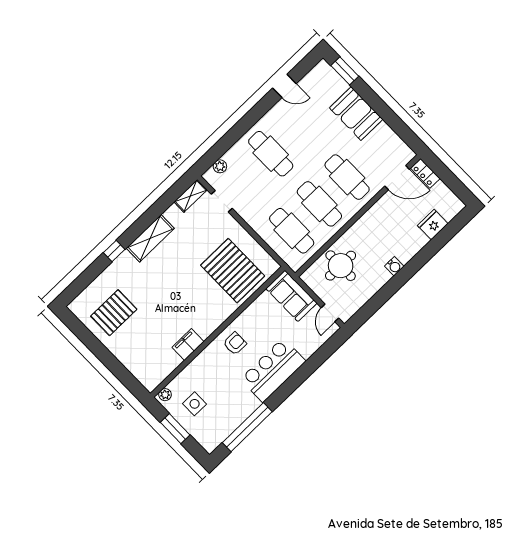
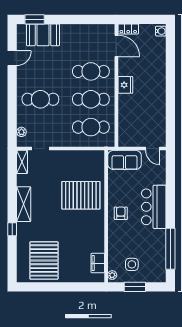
booth: (356, 114) -> (43, 35), moved
door: (397, 178) -> (116, 46), hinge flipped
fridge: (433, 225) -> (125, 85), moved, turned 180
round table: (341, 266) -> (134, 119), removed
water cooler: (394, 266) -> (161, 31), moved
pallet: (233, 271) -> (81, 195), moved
pallet: (114, 313) -> (44, 260), width x1.37, depth x1.41
filing cabinet: (188, 344) -> (98, 263), moved

